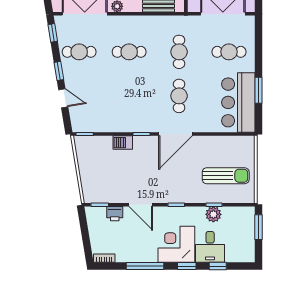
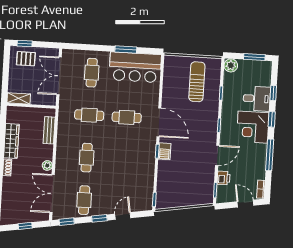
barbecue: (123, 143) -> (164, 151), moved
plant: (213, 214) -> (231, 65), moved
window: (259, 227) -> (254, 57), moved
door: (86, 241) -> (245, 204), added

